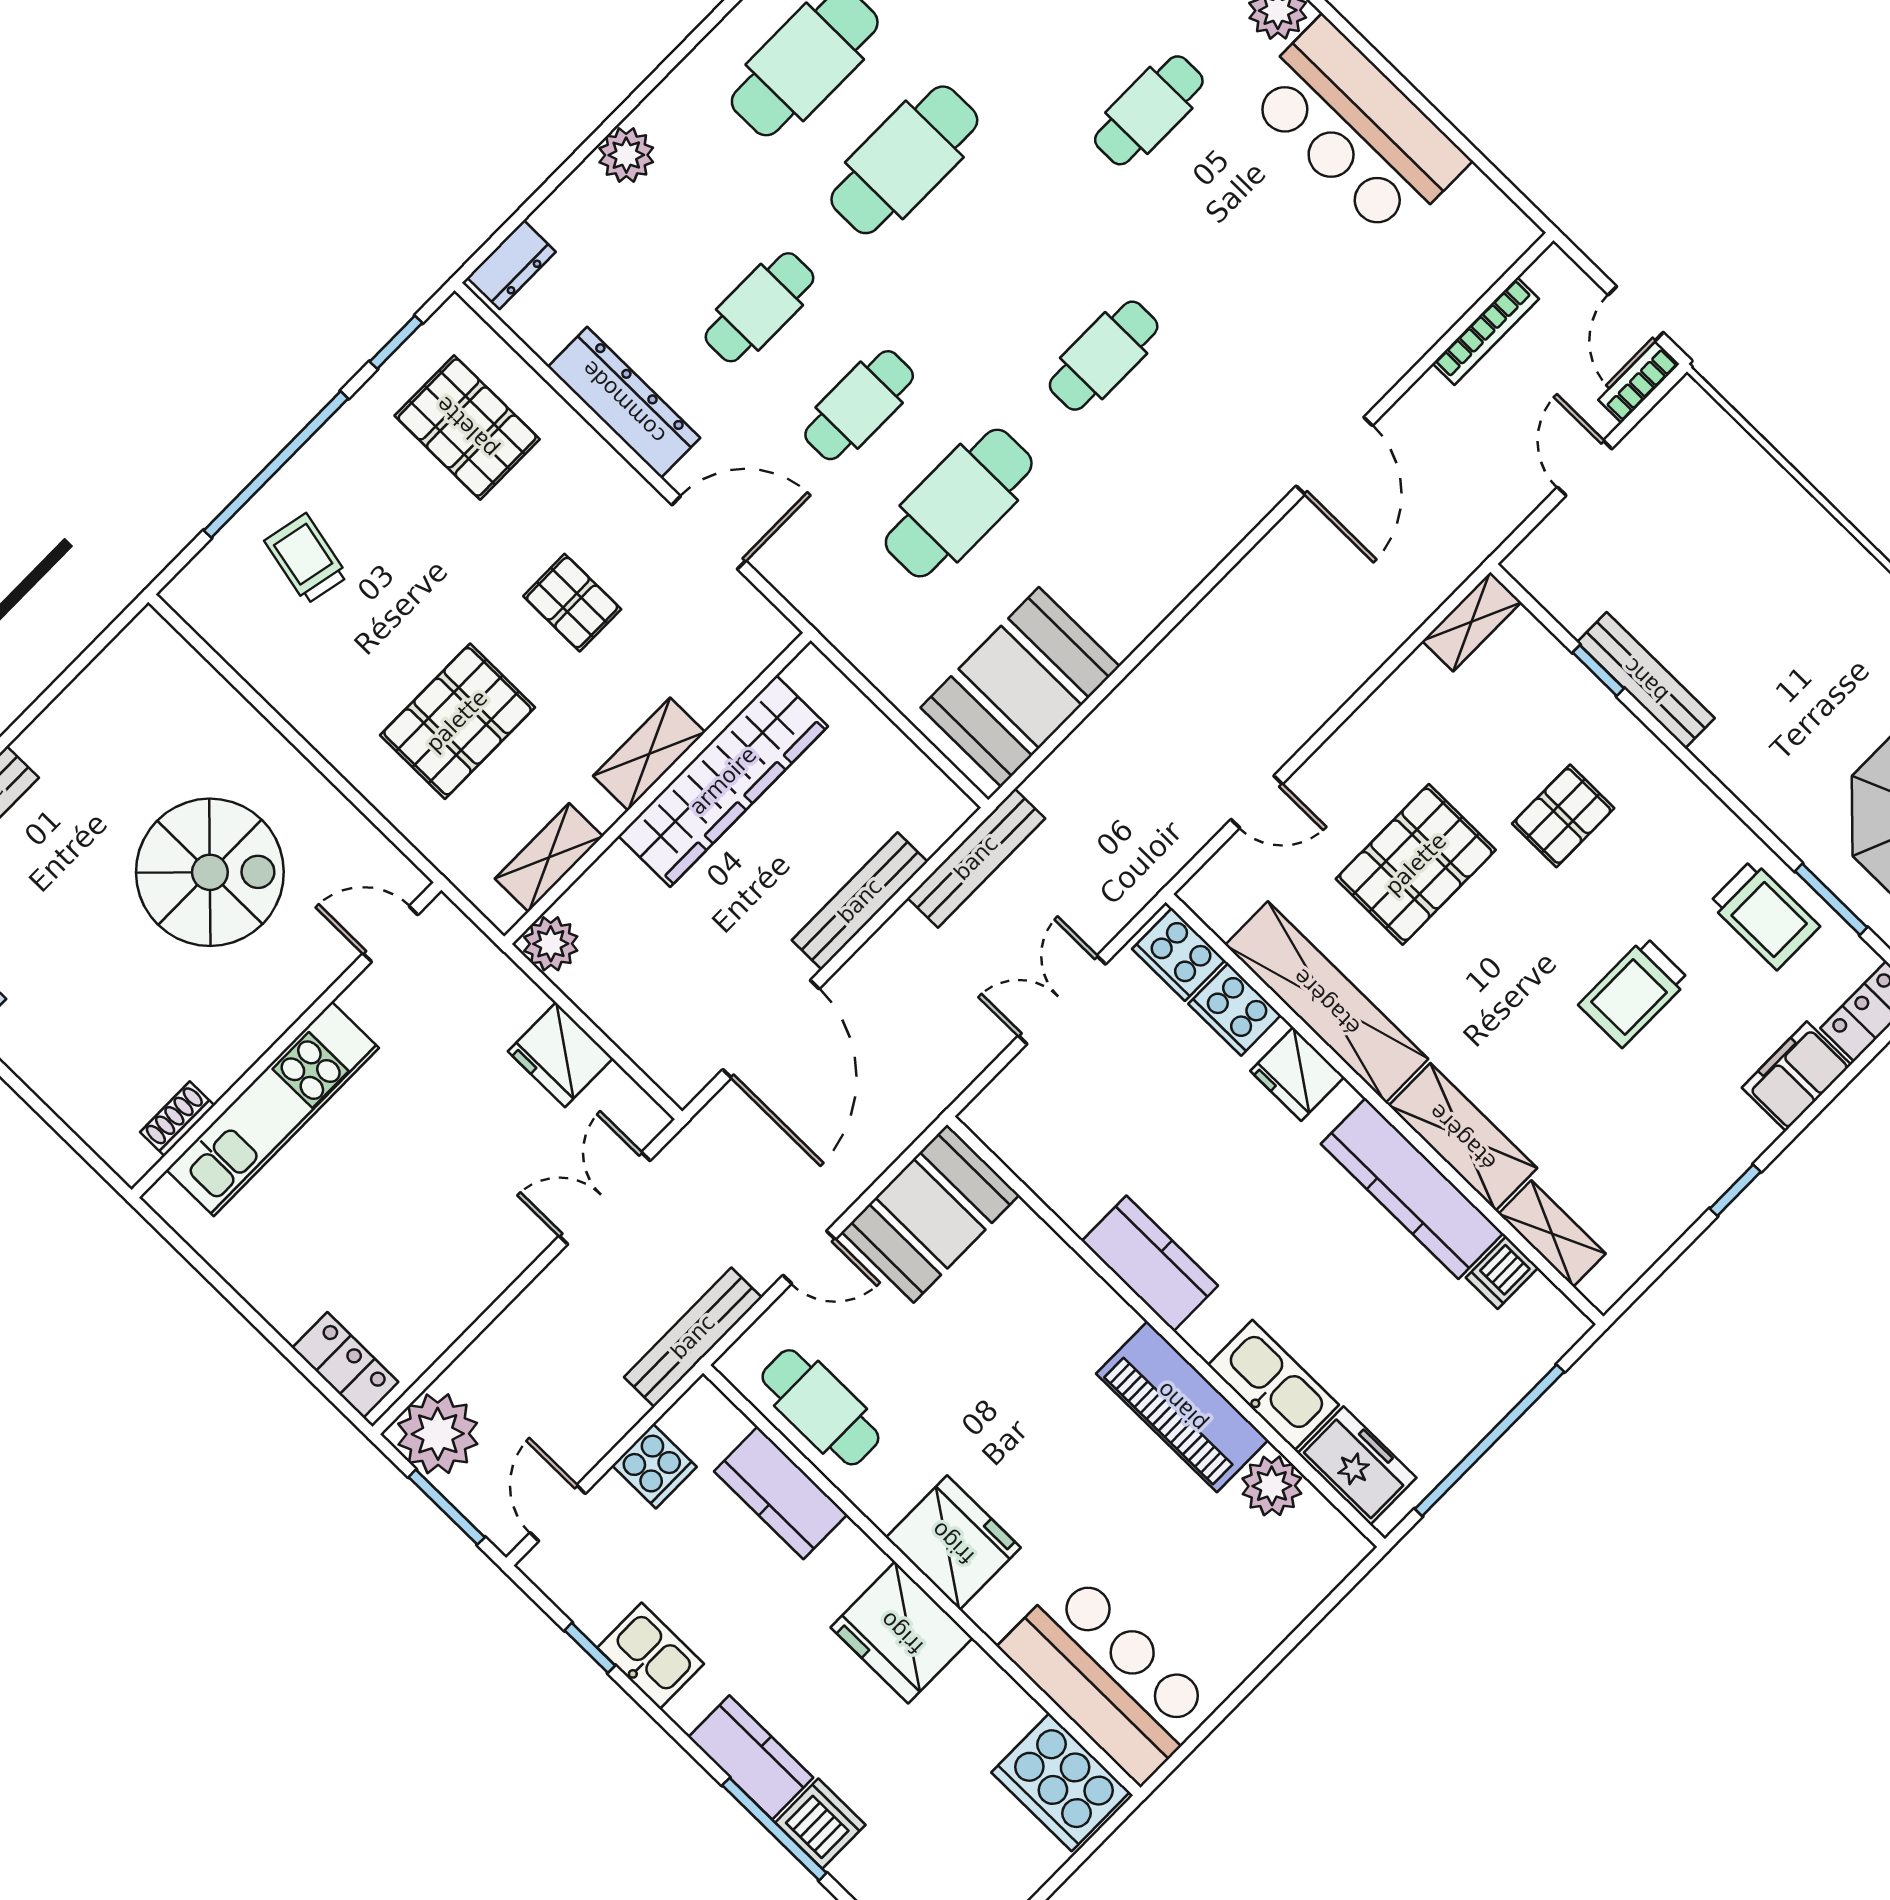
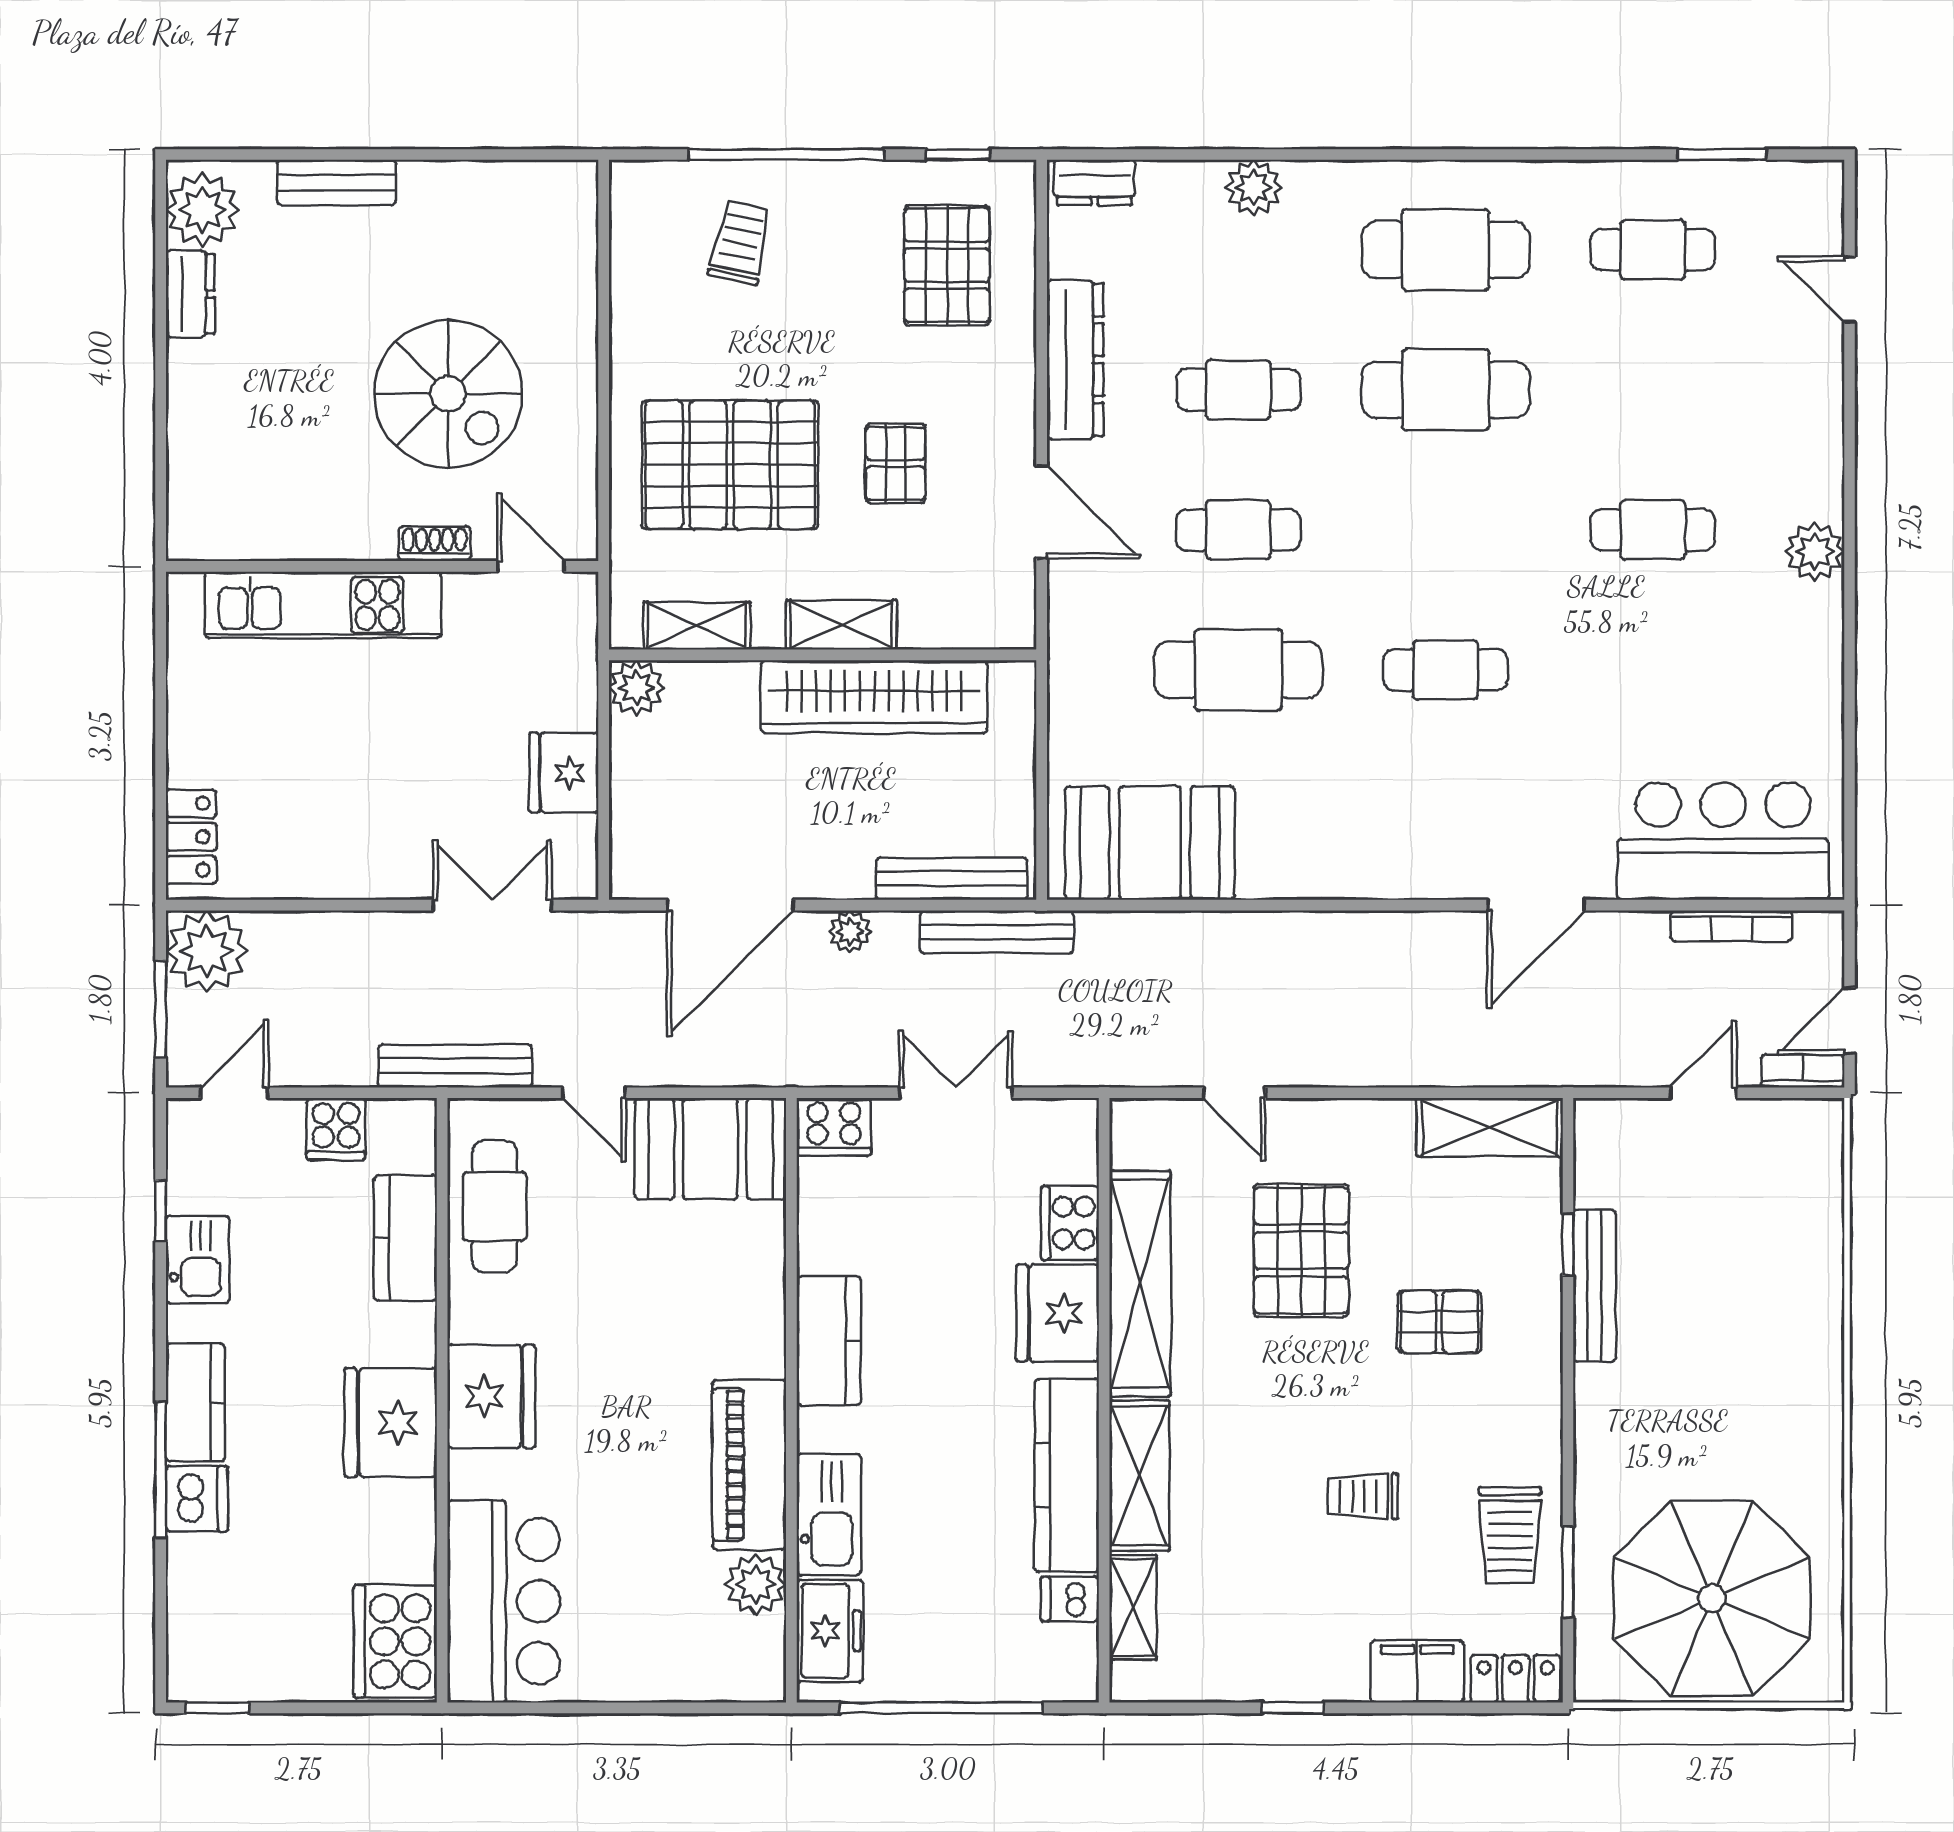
bar counter: (1357, 129) -> (1723, 841), moved, turned 90
shelving: (1472, 622) -> (1490, 1127), width x1.50, depth x1.33
pallet: (457, 721) -> (730, 465), width x1.37, depth x1.41
pallet: (1416, 864) -> (1301, 1250), turned 90
bench: (860, 901) -> (951, 879), moved
cooker: (1179, 955) -> (834, 1127), moved, turned -90
plant: (873, 962) -> (850, 931), added
trolley: (1634, 992) -> (1363, 1496), width x0.73, depth x0.72
fridge: (1297, 1074) -> (1058, 1313), width x1.36, depth x1.34
shoe rack: (177, 1119) -> (435, 544), moved

